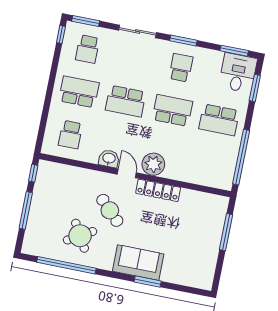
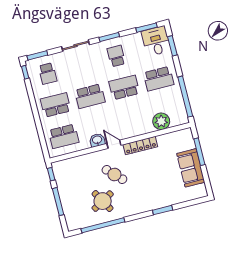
school desk: (70, 135) -> (64, 136), width x1.85
plant: (153, 164) -> (161, 121), moved
sofa: (138, 263) -> (191, 168), moved, turned -90

